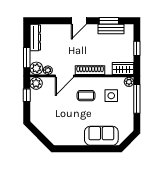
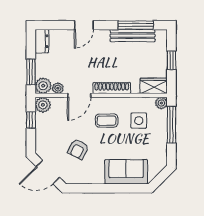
door: (79, 21) -> (84, 25), moved
window: (109, 21) -> (136, 25), width x1.44
bench: (111, 29) -> (133, 36), width x1.36
dresser: (35, 38) -> (42, 41), width x0.70
armchair: (64, 118) -> (78, 149), added
door: (40, 136) -> (48, 172), added

